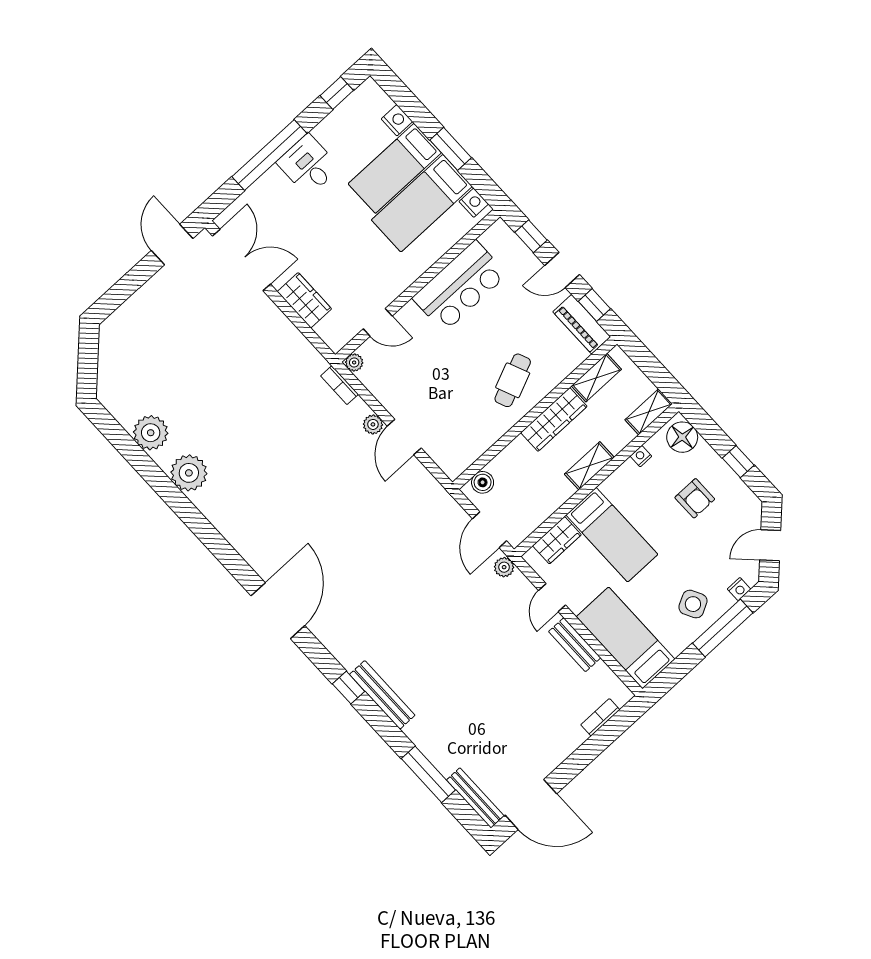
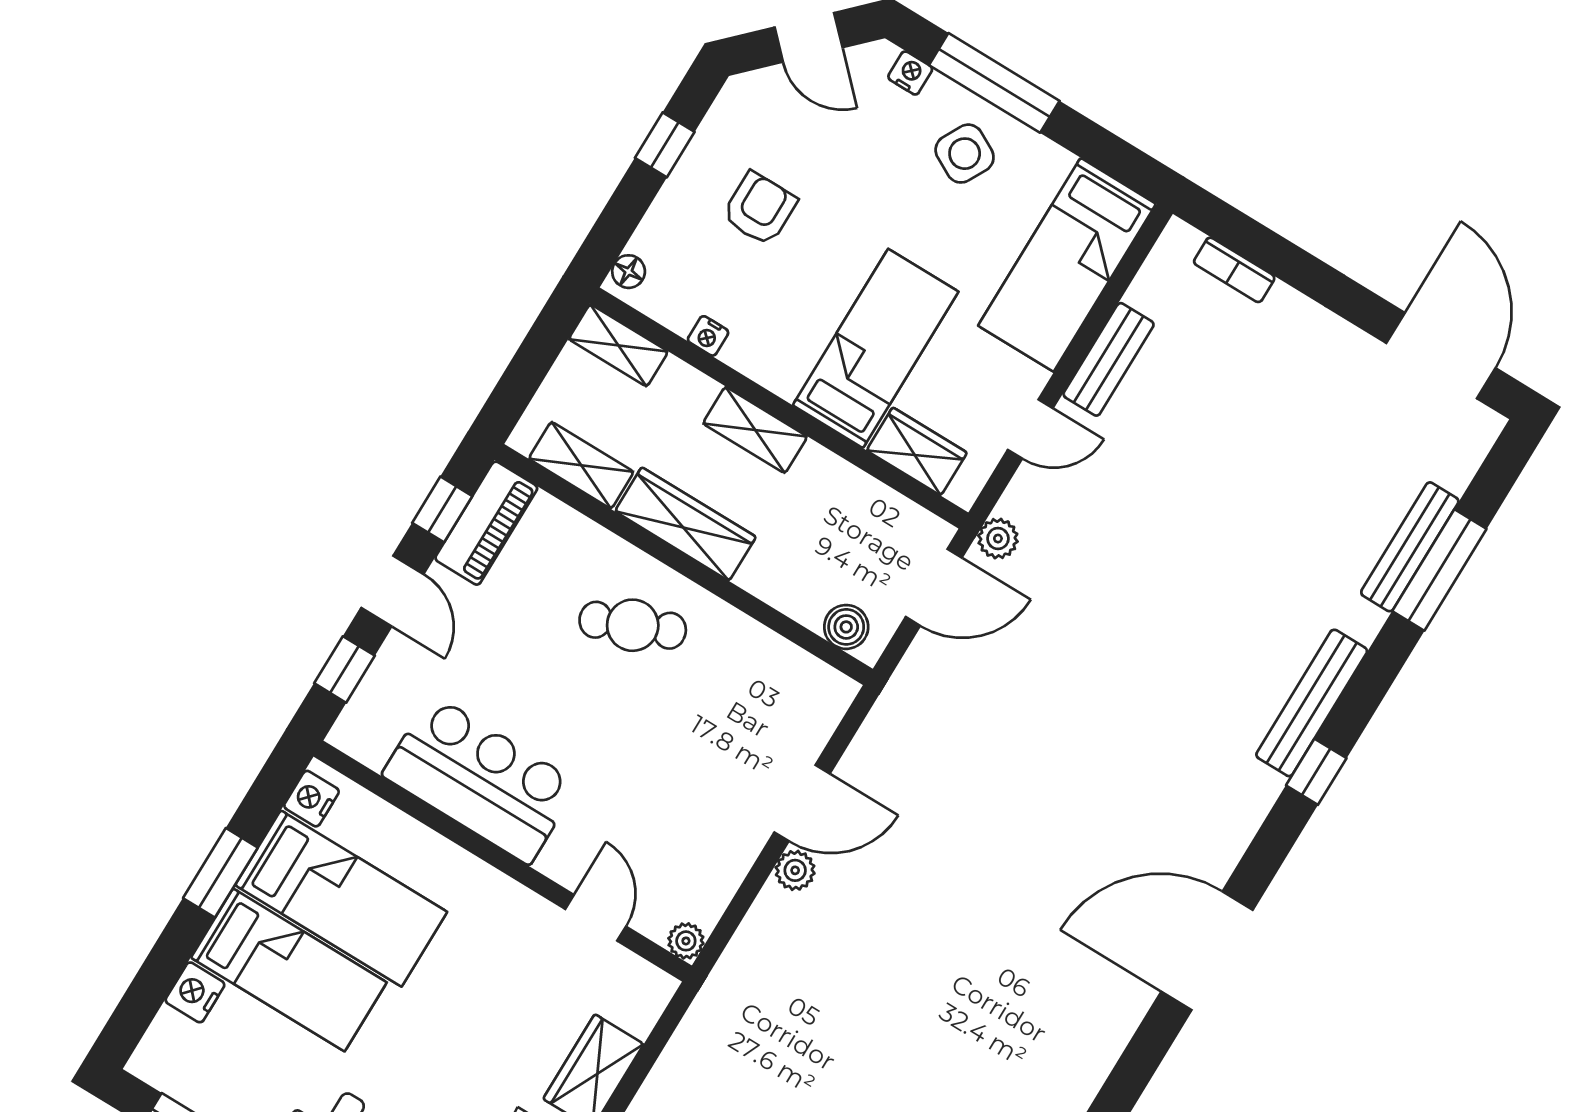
bookcase: (339, 385) -> (738, 957), removed
floor lamp: (682, 437) -> (629, 272), width x0.53, depth x0.53
side table: (693, 604) -> (965, 154), turned -34
bench: (475, 798) -> (1410, 547), moved

